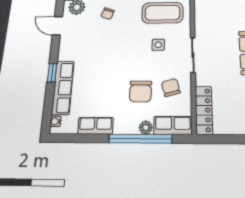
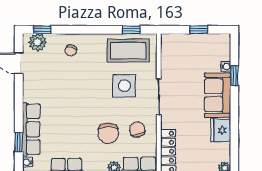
side table: (158, 45) -> (124, 86), width x1.87, depth x1.87
window: (52, 73) -> (19, 142), moved

